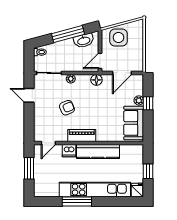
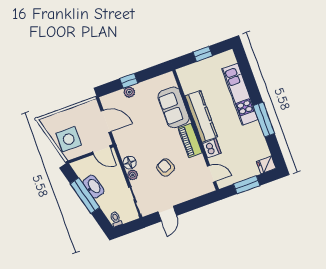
washbasin: (84, 41) -> (93, 187), moved
floor lamp: (96, 80) -> (130, 163), moved
sofa: (134, 123) -> (174, 107), moved, turned 90
kitchen unit: (95, 189) -> (240, 94), width x0.73
fridge: (137, 190) -> (266, 165), moved

